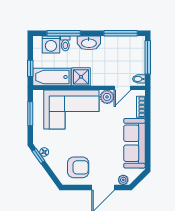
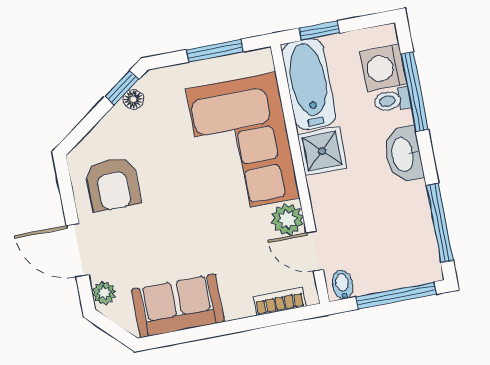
sofa: (134, 143) -> (178, 306), width x0.73

